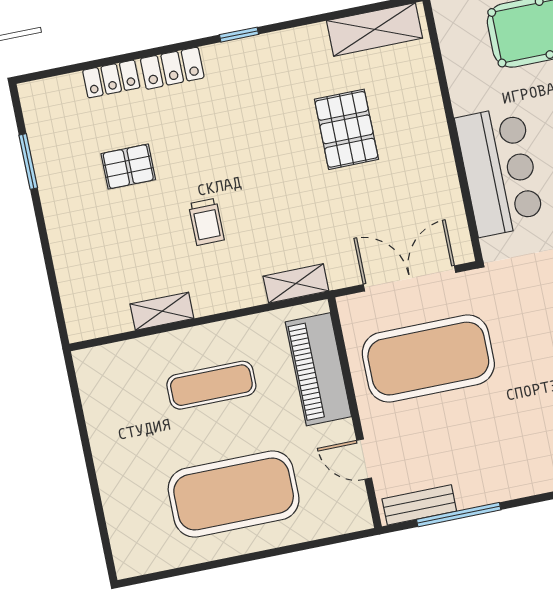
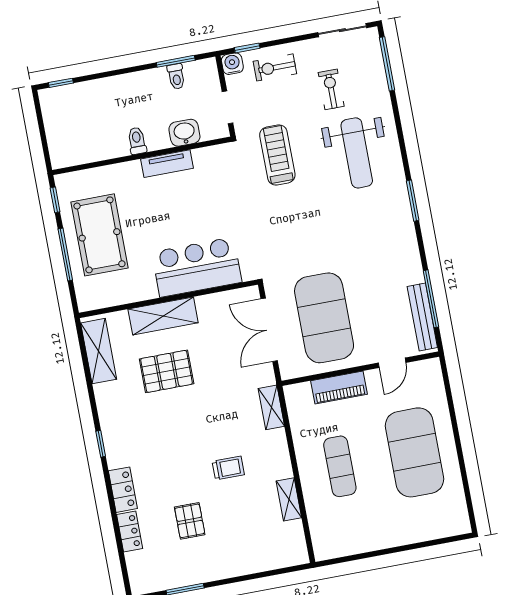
shelving: (427, 123) -> (163, 316), added
piano: (318, 369) -> (339, 387), width x0.73, depth x0.75
bench: (419, 505) -> (422, 317), width x1.36

